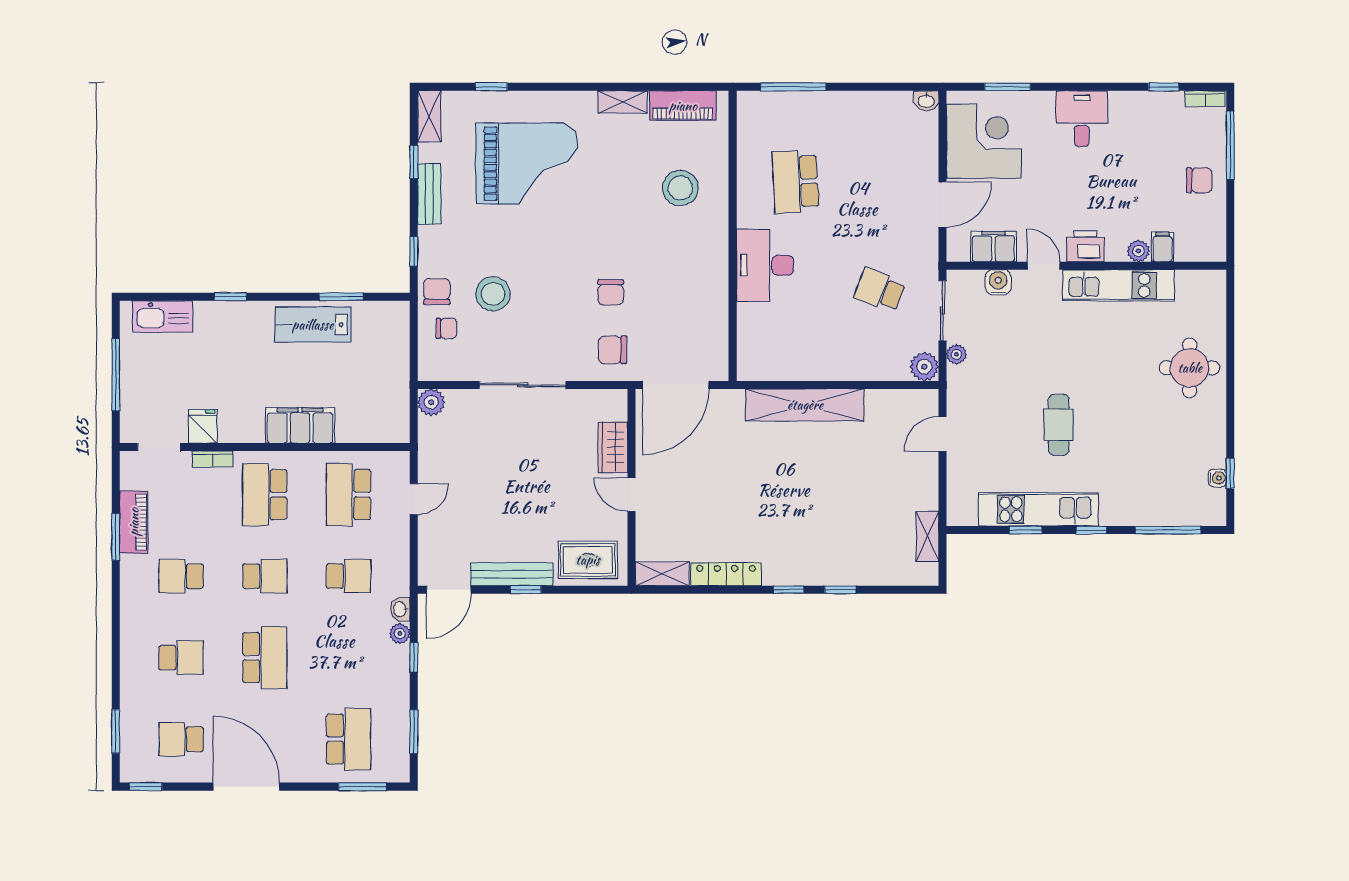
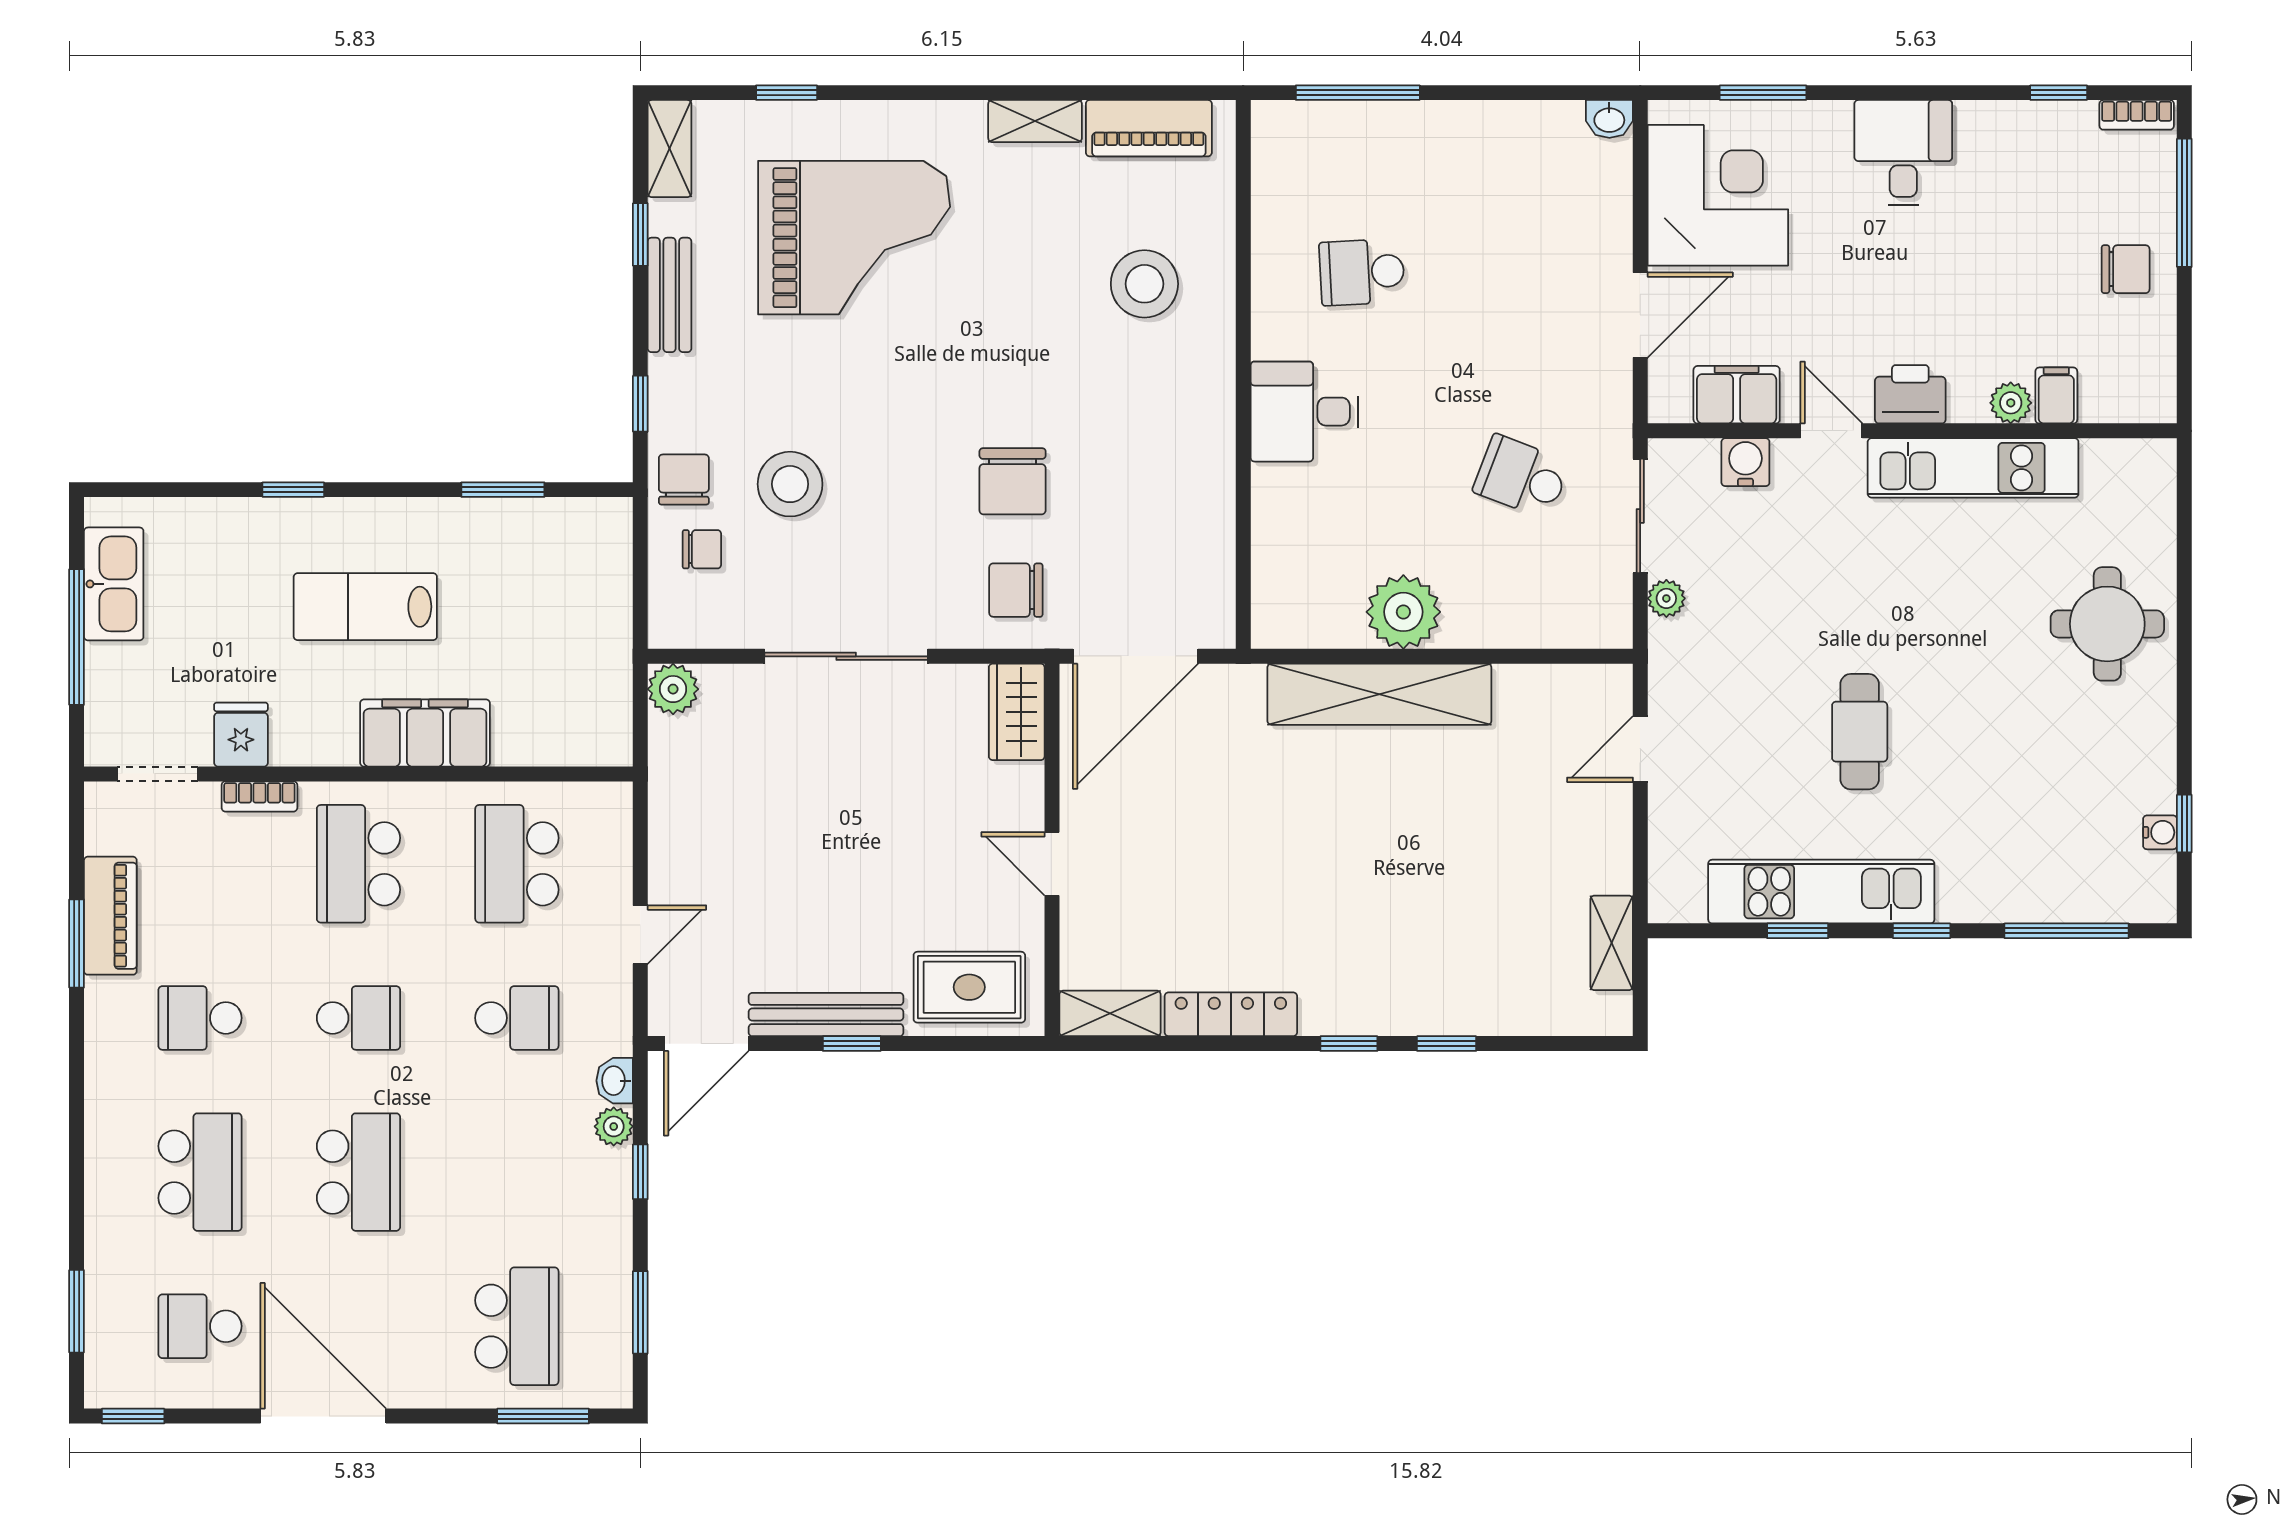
school desk: (795, 182) -> (1362, 272), width x0.54
desk: (765, 265) -> (1304, 412), width x0.73
chair: (611, 292) -> (1013, 481), width x1.37, depth x1.37
kitchen sink: (162, 316) -> (114, 584), moved, turned -90
lab bench: (313, 325) -> (365, 607), moved
plant: (924, 367) -> (1403, 612), moved, width x1.36, depth x1.36
wardrobe: (613, 447) -> (1017, 712), moved
door: (414, 499) -> (640, 935), moved
school desk: (181, 658) -> (200, 1172), width x1.85

